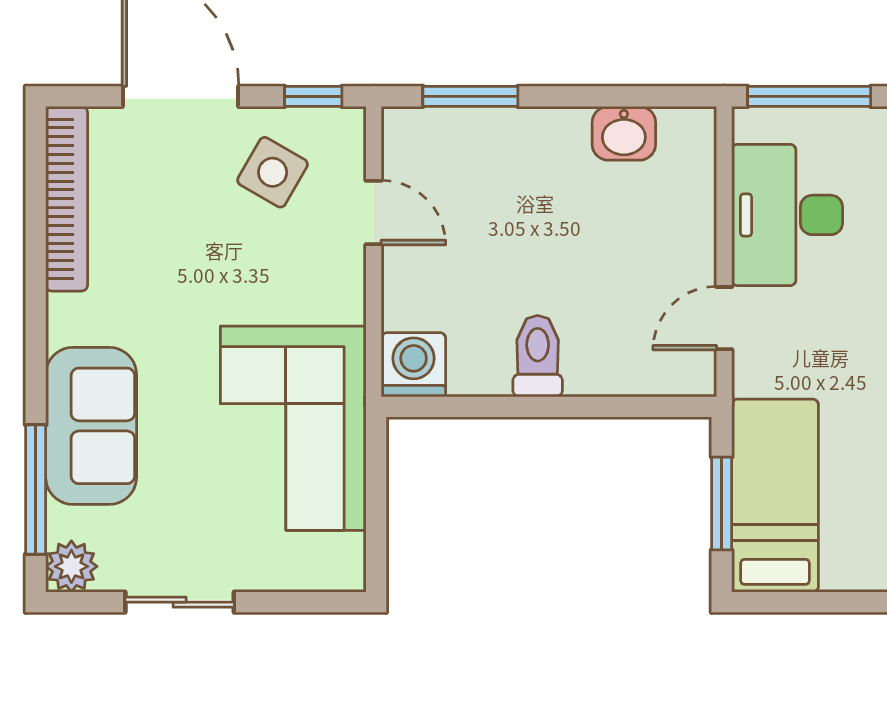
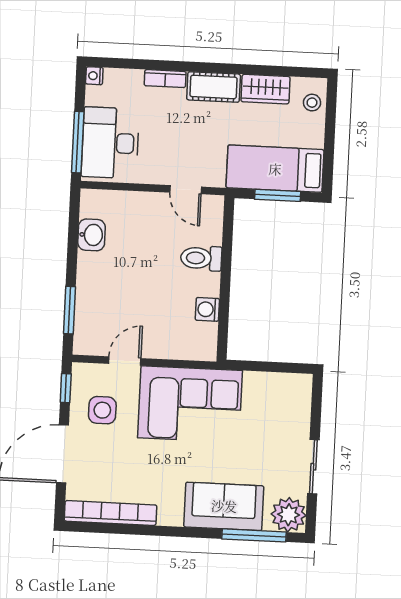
side table: (273, 172) -> (102, 410), turned -30
desk: (787, 215) -> (110, 143), moved, turned 90
toilet: (538, 356) -> (201, 258), moved
washing machine: (414, 365) -> (207, 309), moved, width x0.73, depth x0.73
corner sofa: (293, 428) -> (190, 404), moved
plant: (71, 566) -> (289, 515), width x1.36, depth x1.36

